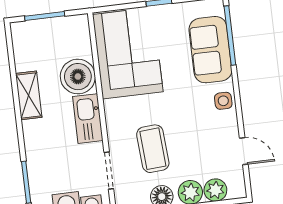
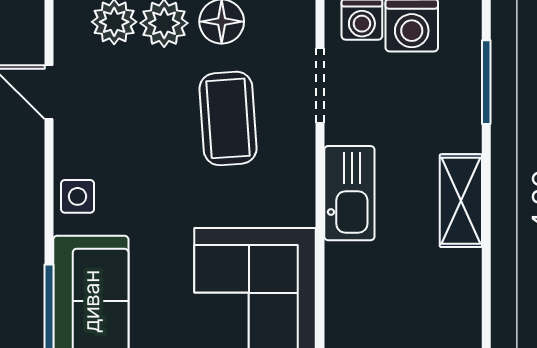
boiler: (78, 77) -> (359, 279), removed
shelving: (29, 95) -> (461, 201), moved

